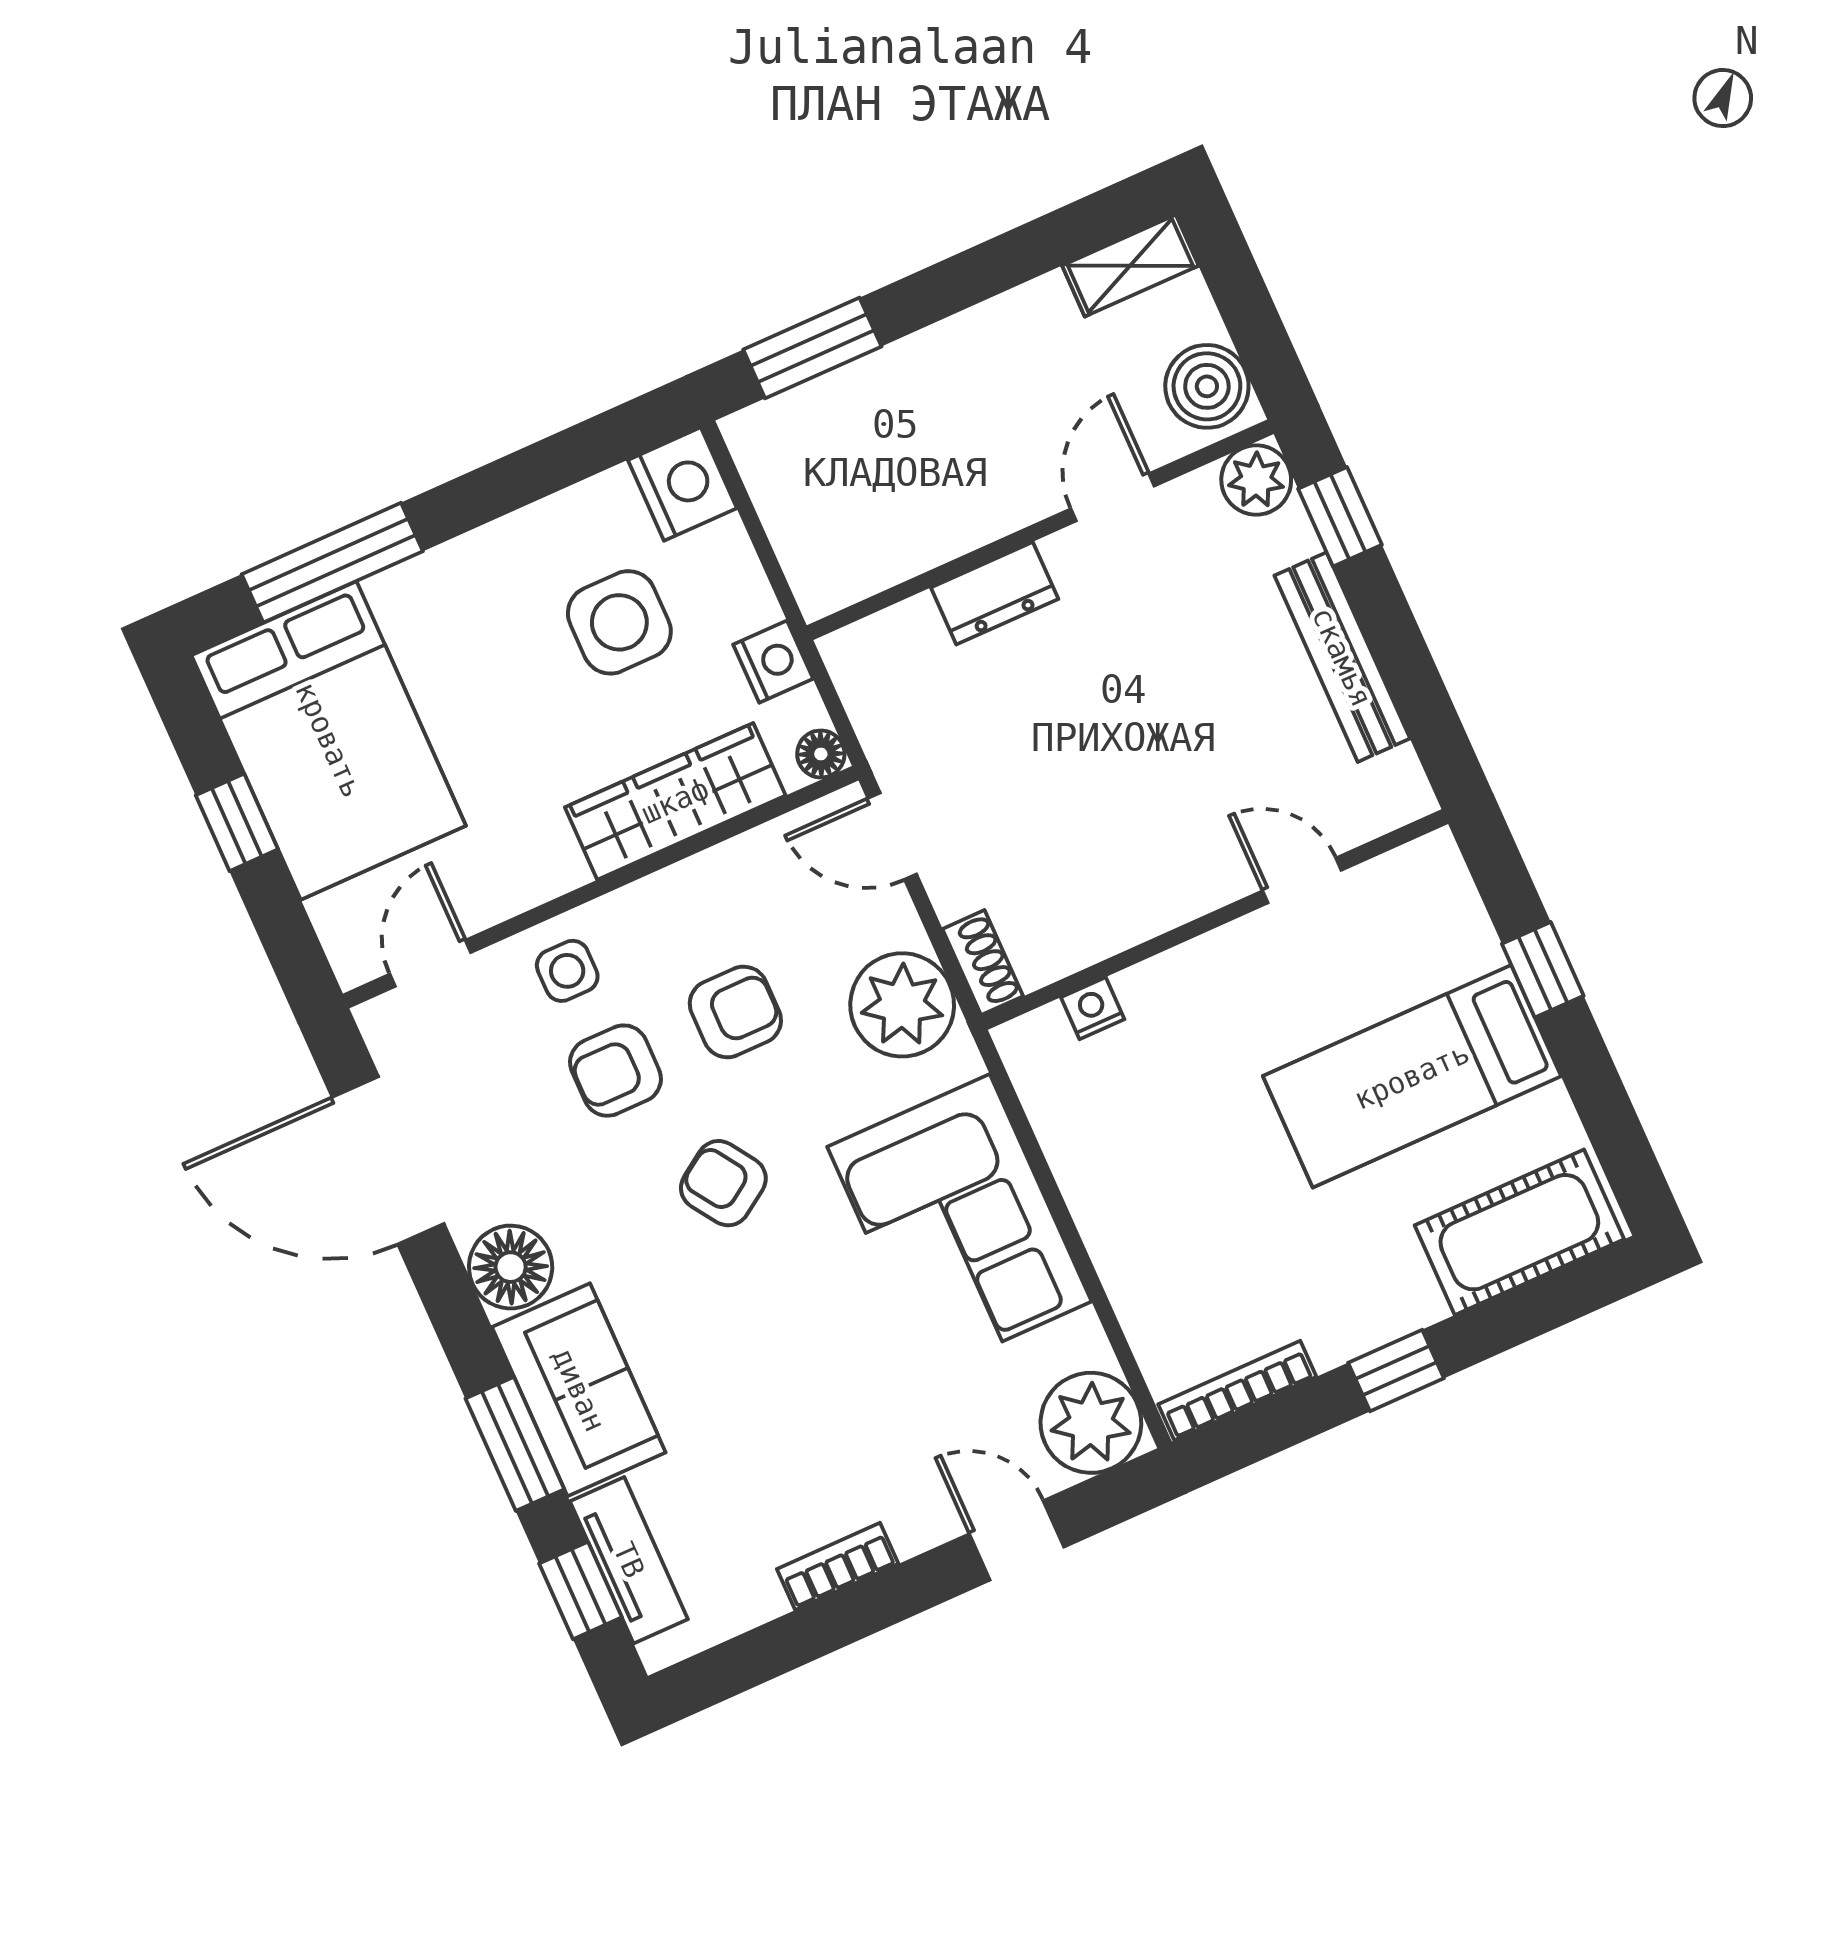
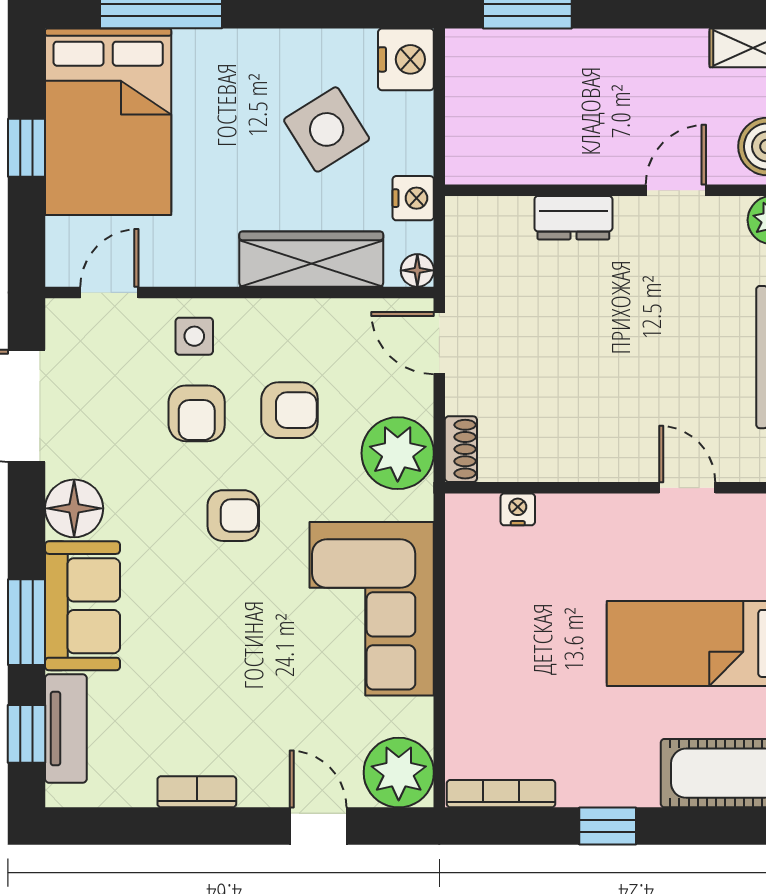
side table: (619, 622) -> (327, 129), turned -32
armchair: (615, 1071) -> (197, 413), turned -90
armchair: (723, 1183) -> (233, 516), turned 124

